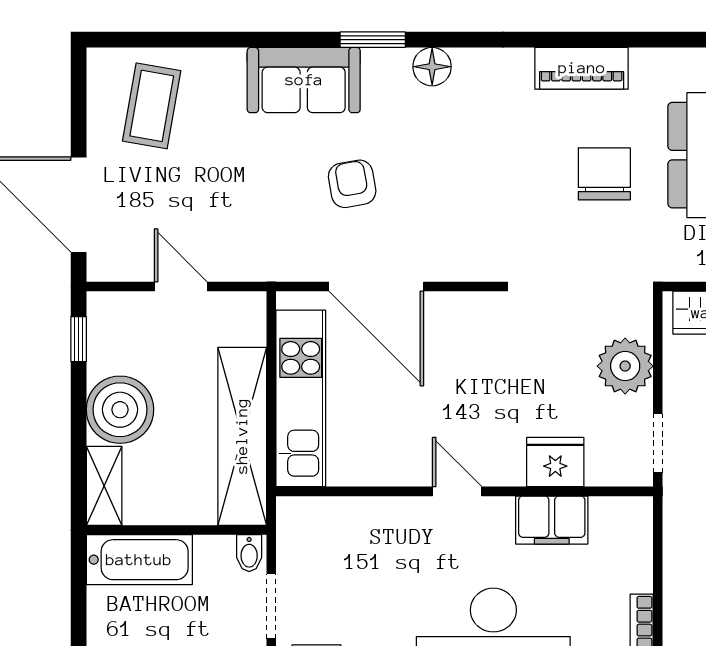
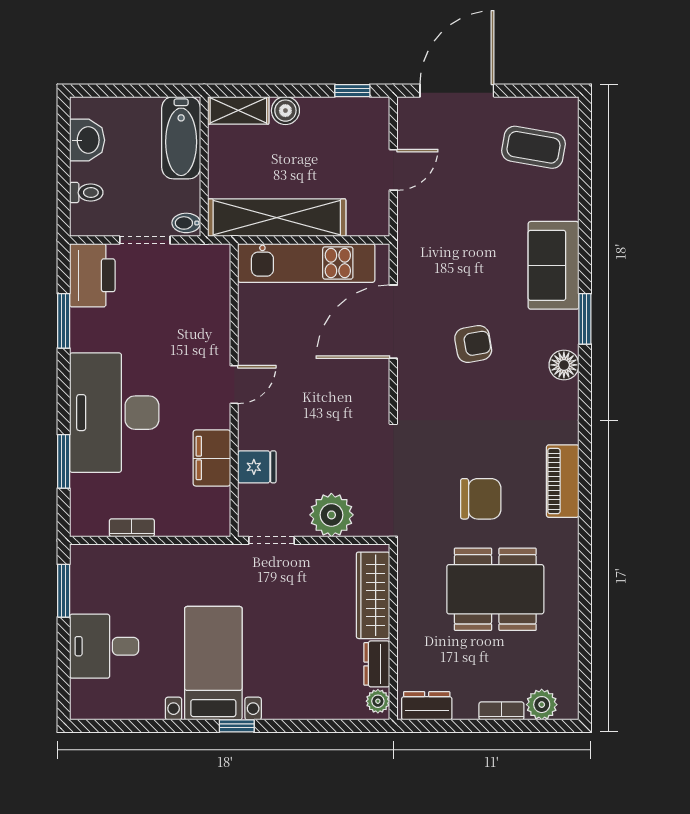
armchair: (352, 184) -> (473, 344), moved
boiler: (120, 410) -> (285, 111), width x0.54, depth x0.54
fridge: (555, 462) -> (257, 467), width x0.72

